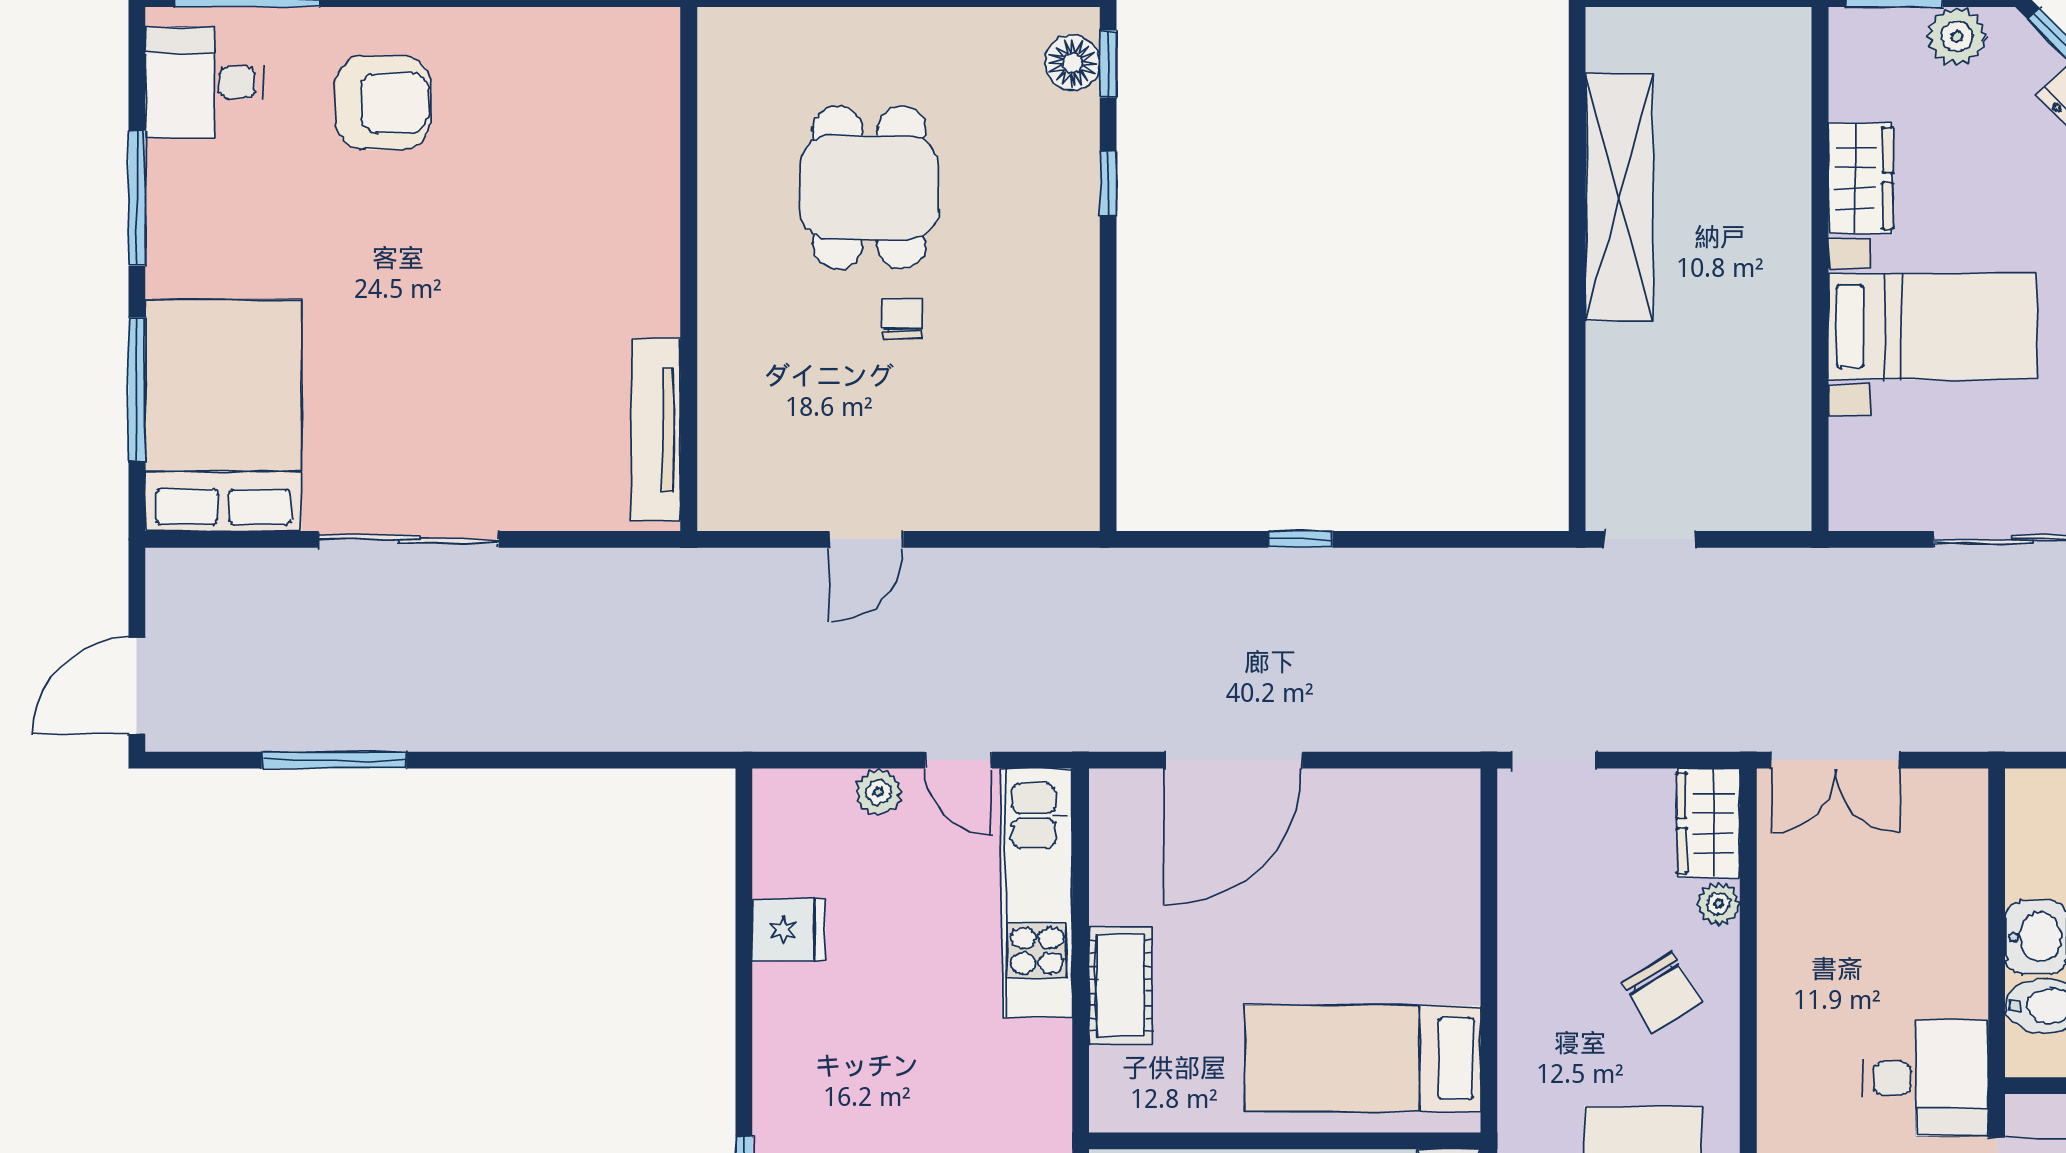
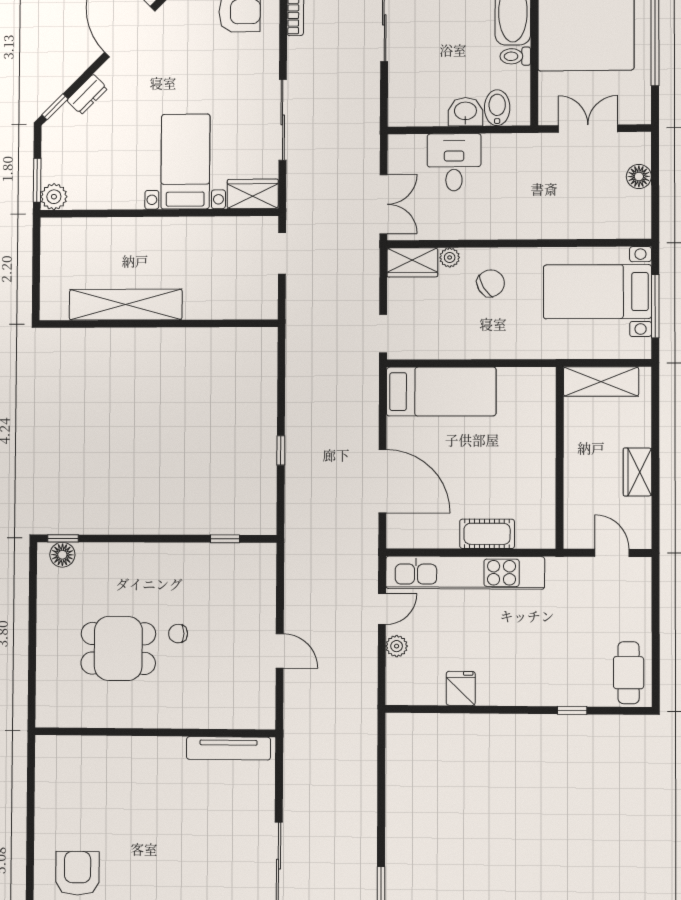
plant: (1957, 36) -> (54, 197), moved
wardrobe: (1861, 178) -> (253, 194), moved
window: (1108, 183) -> (225, 539), moved
doorway: (1649, 539) -> (282, 253), moved
kitchen unit: (1037, 893) -> (465, 573), width x1.36
bed: (1363, 1059) -> (441, 392), moved, turned -90
desk: (1926, 1078) -> (454, 162), moved

